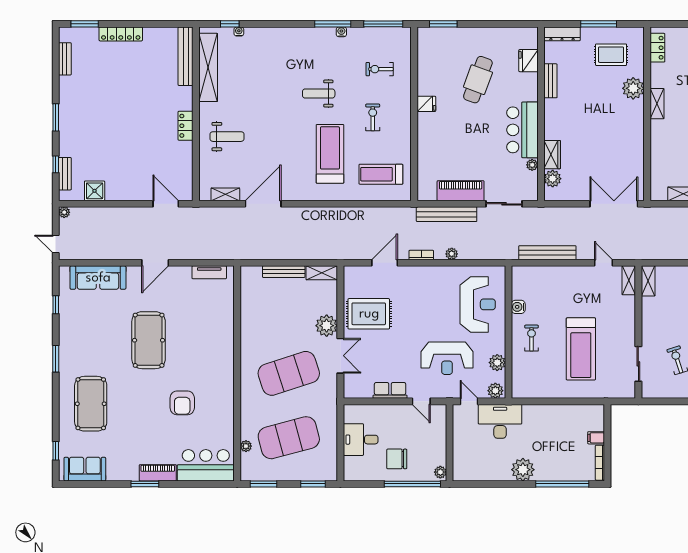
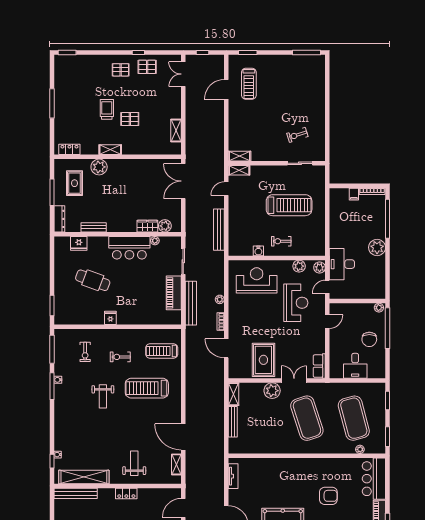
treadmill: (381, 174) -> (162, 351), turned 90
row of seats: (390, 390) -> (319, 366), moved

